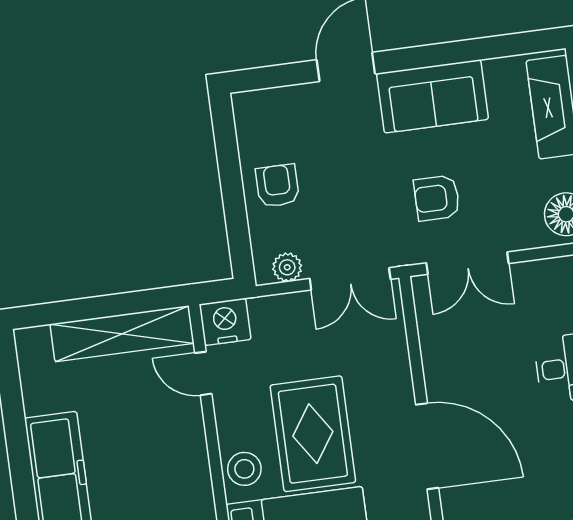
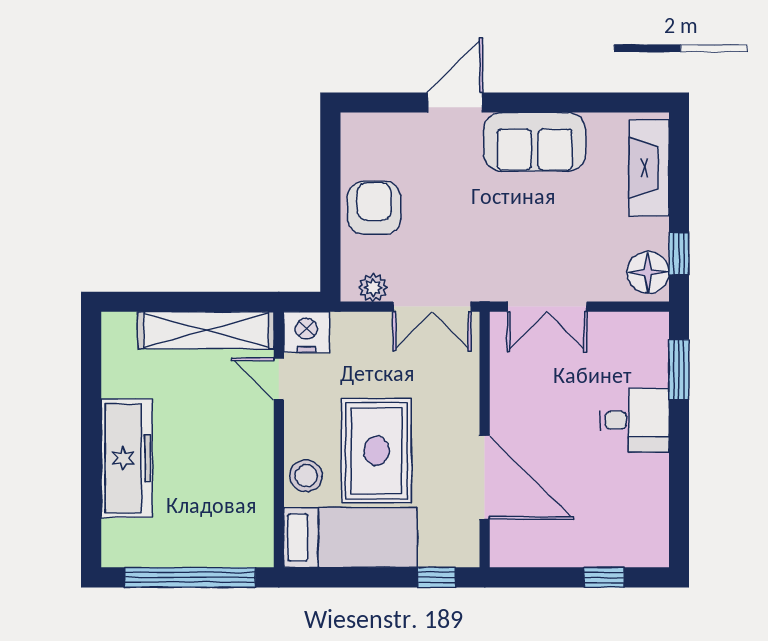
armchair: (277, 186) -> (374, 208), width x1.38, depth x1.38
armchair: (437, 198) -> (526, 240), removed

